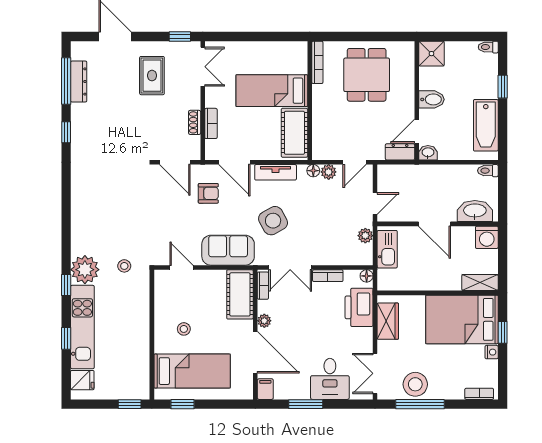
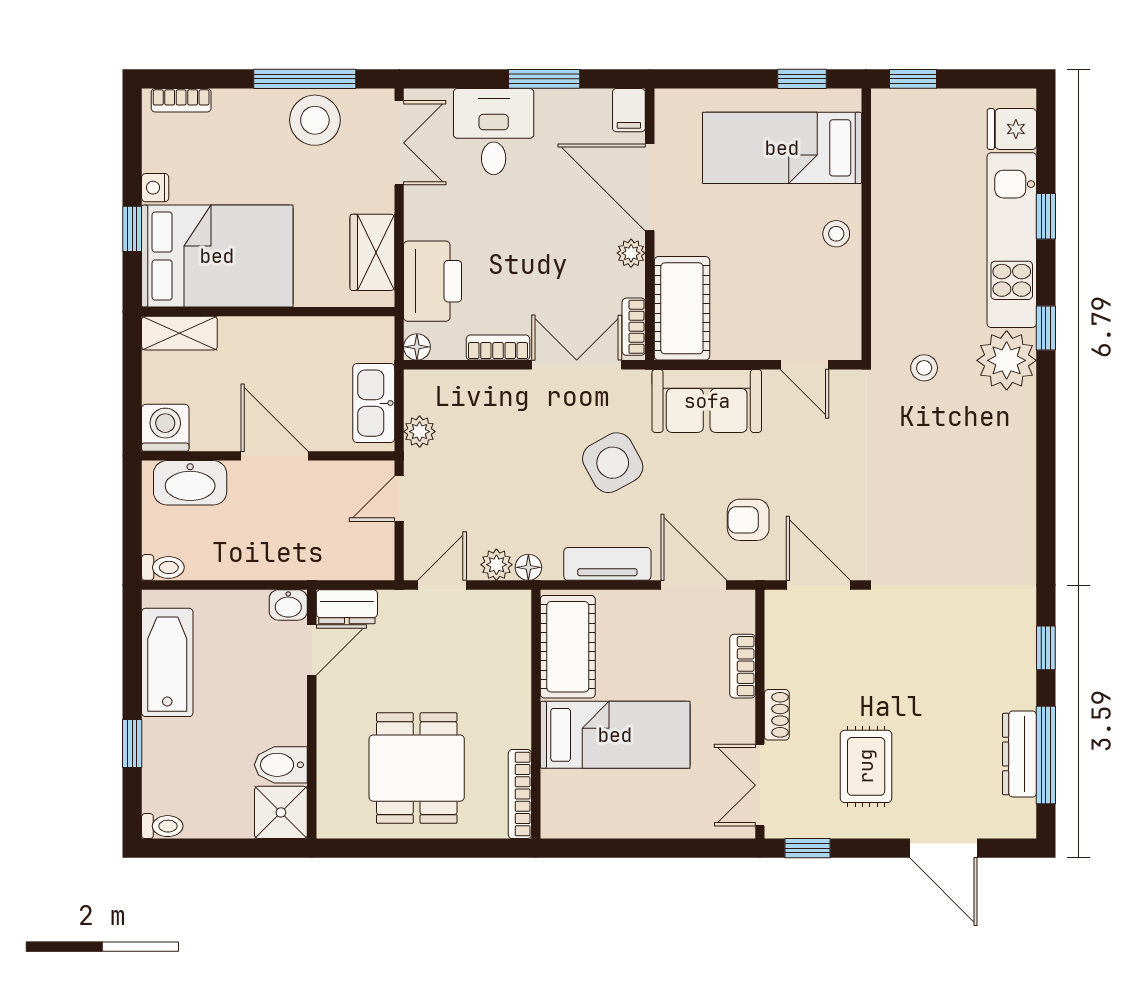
bidet: (432, 99) -> (281, 765), moved
shoe rack: (195, 122) -> (777, 715), moved
stool: (184, 329) -> (836, 234), moved

